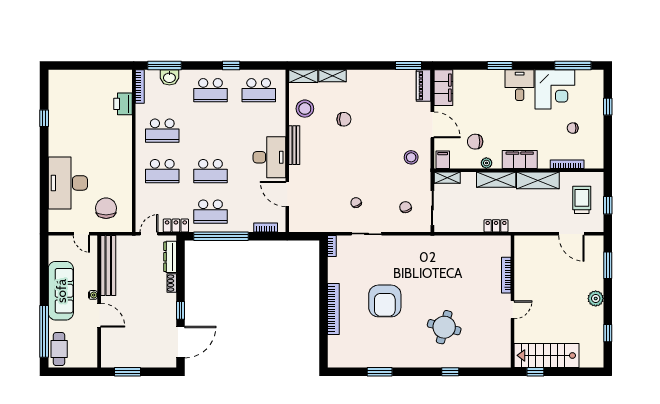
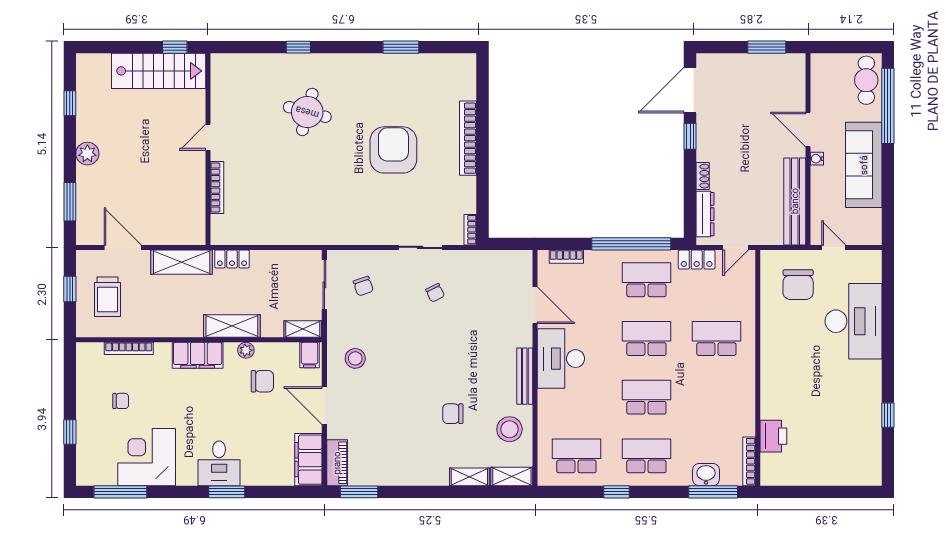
desk: (520, 85) -> (219, 463), moved
school desk: (162, 131) -> (646, 397), moved
shelving: (538, 180) -> (182, 262), moved

